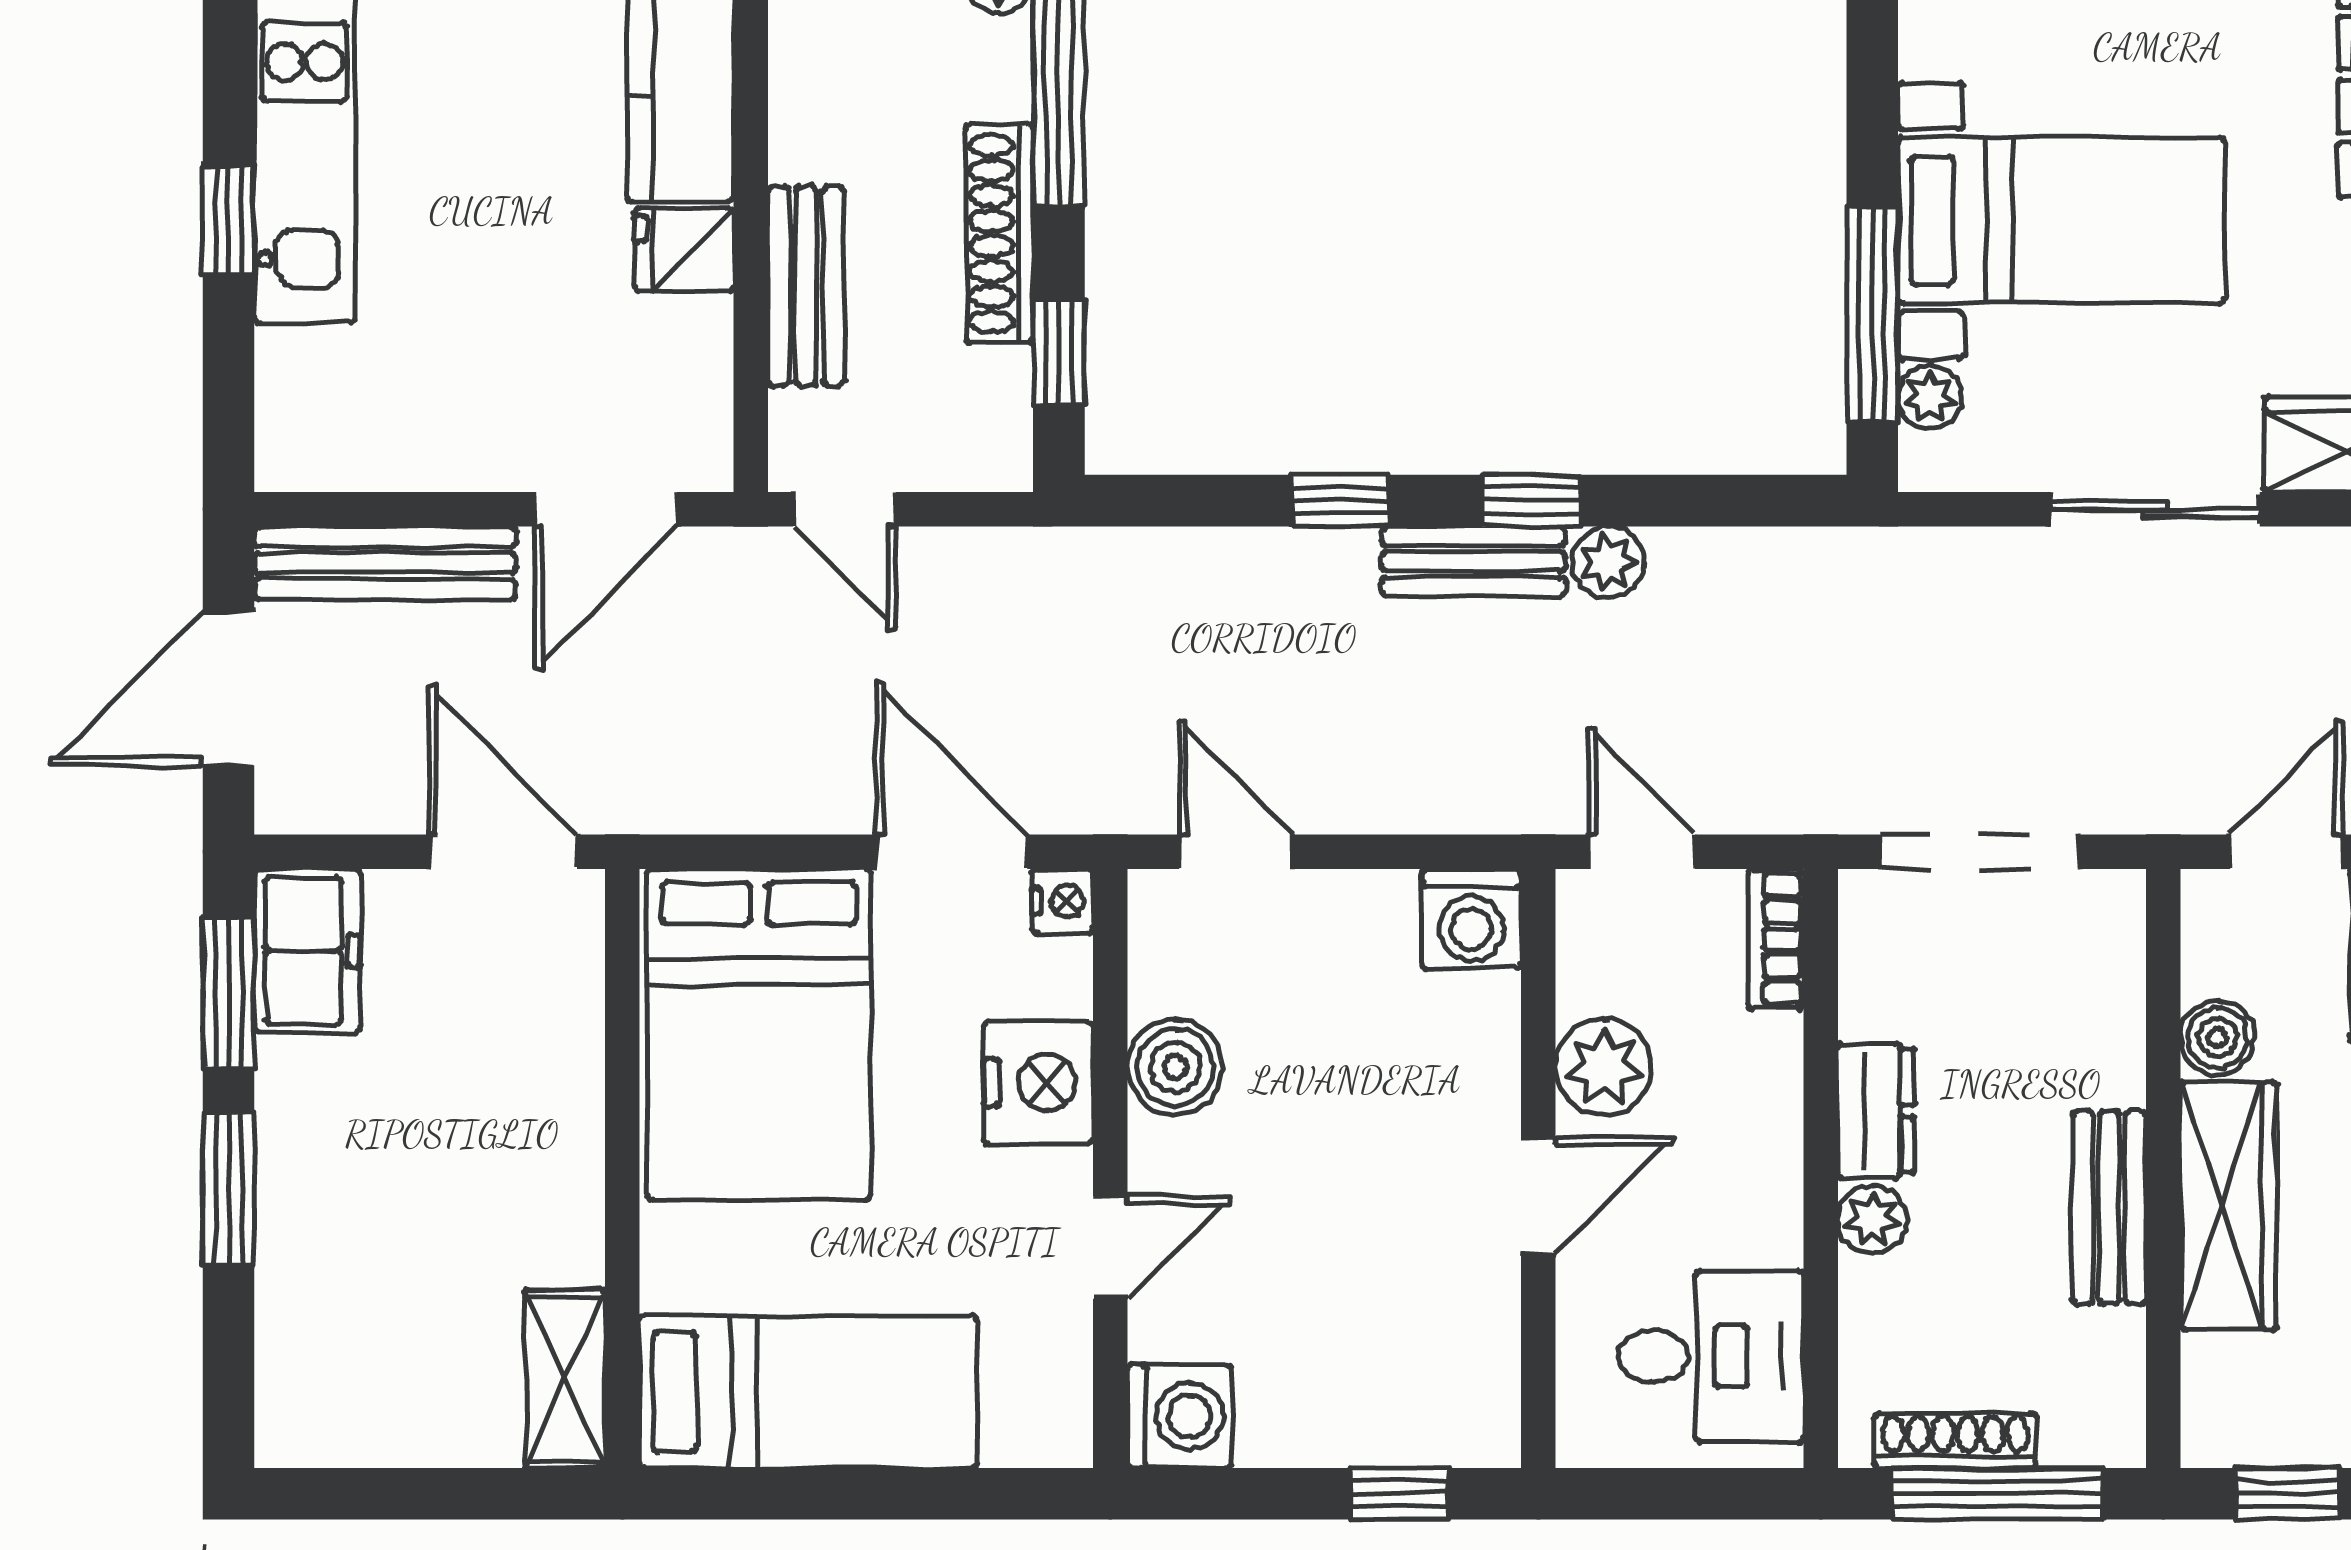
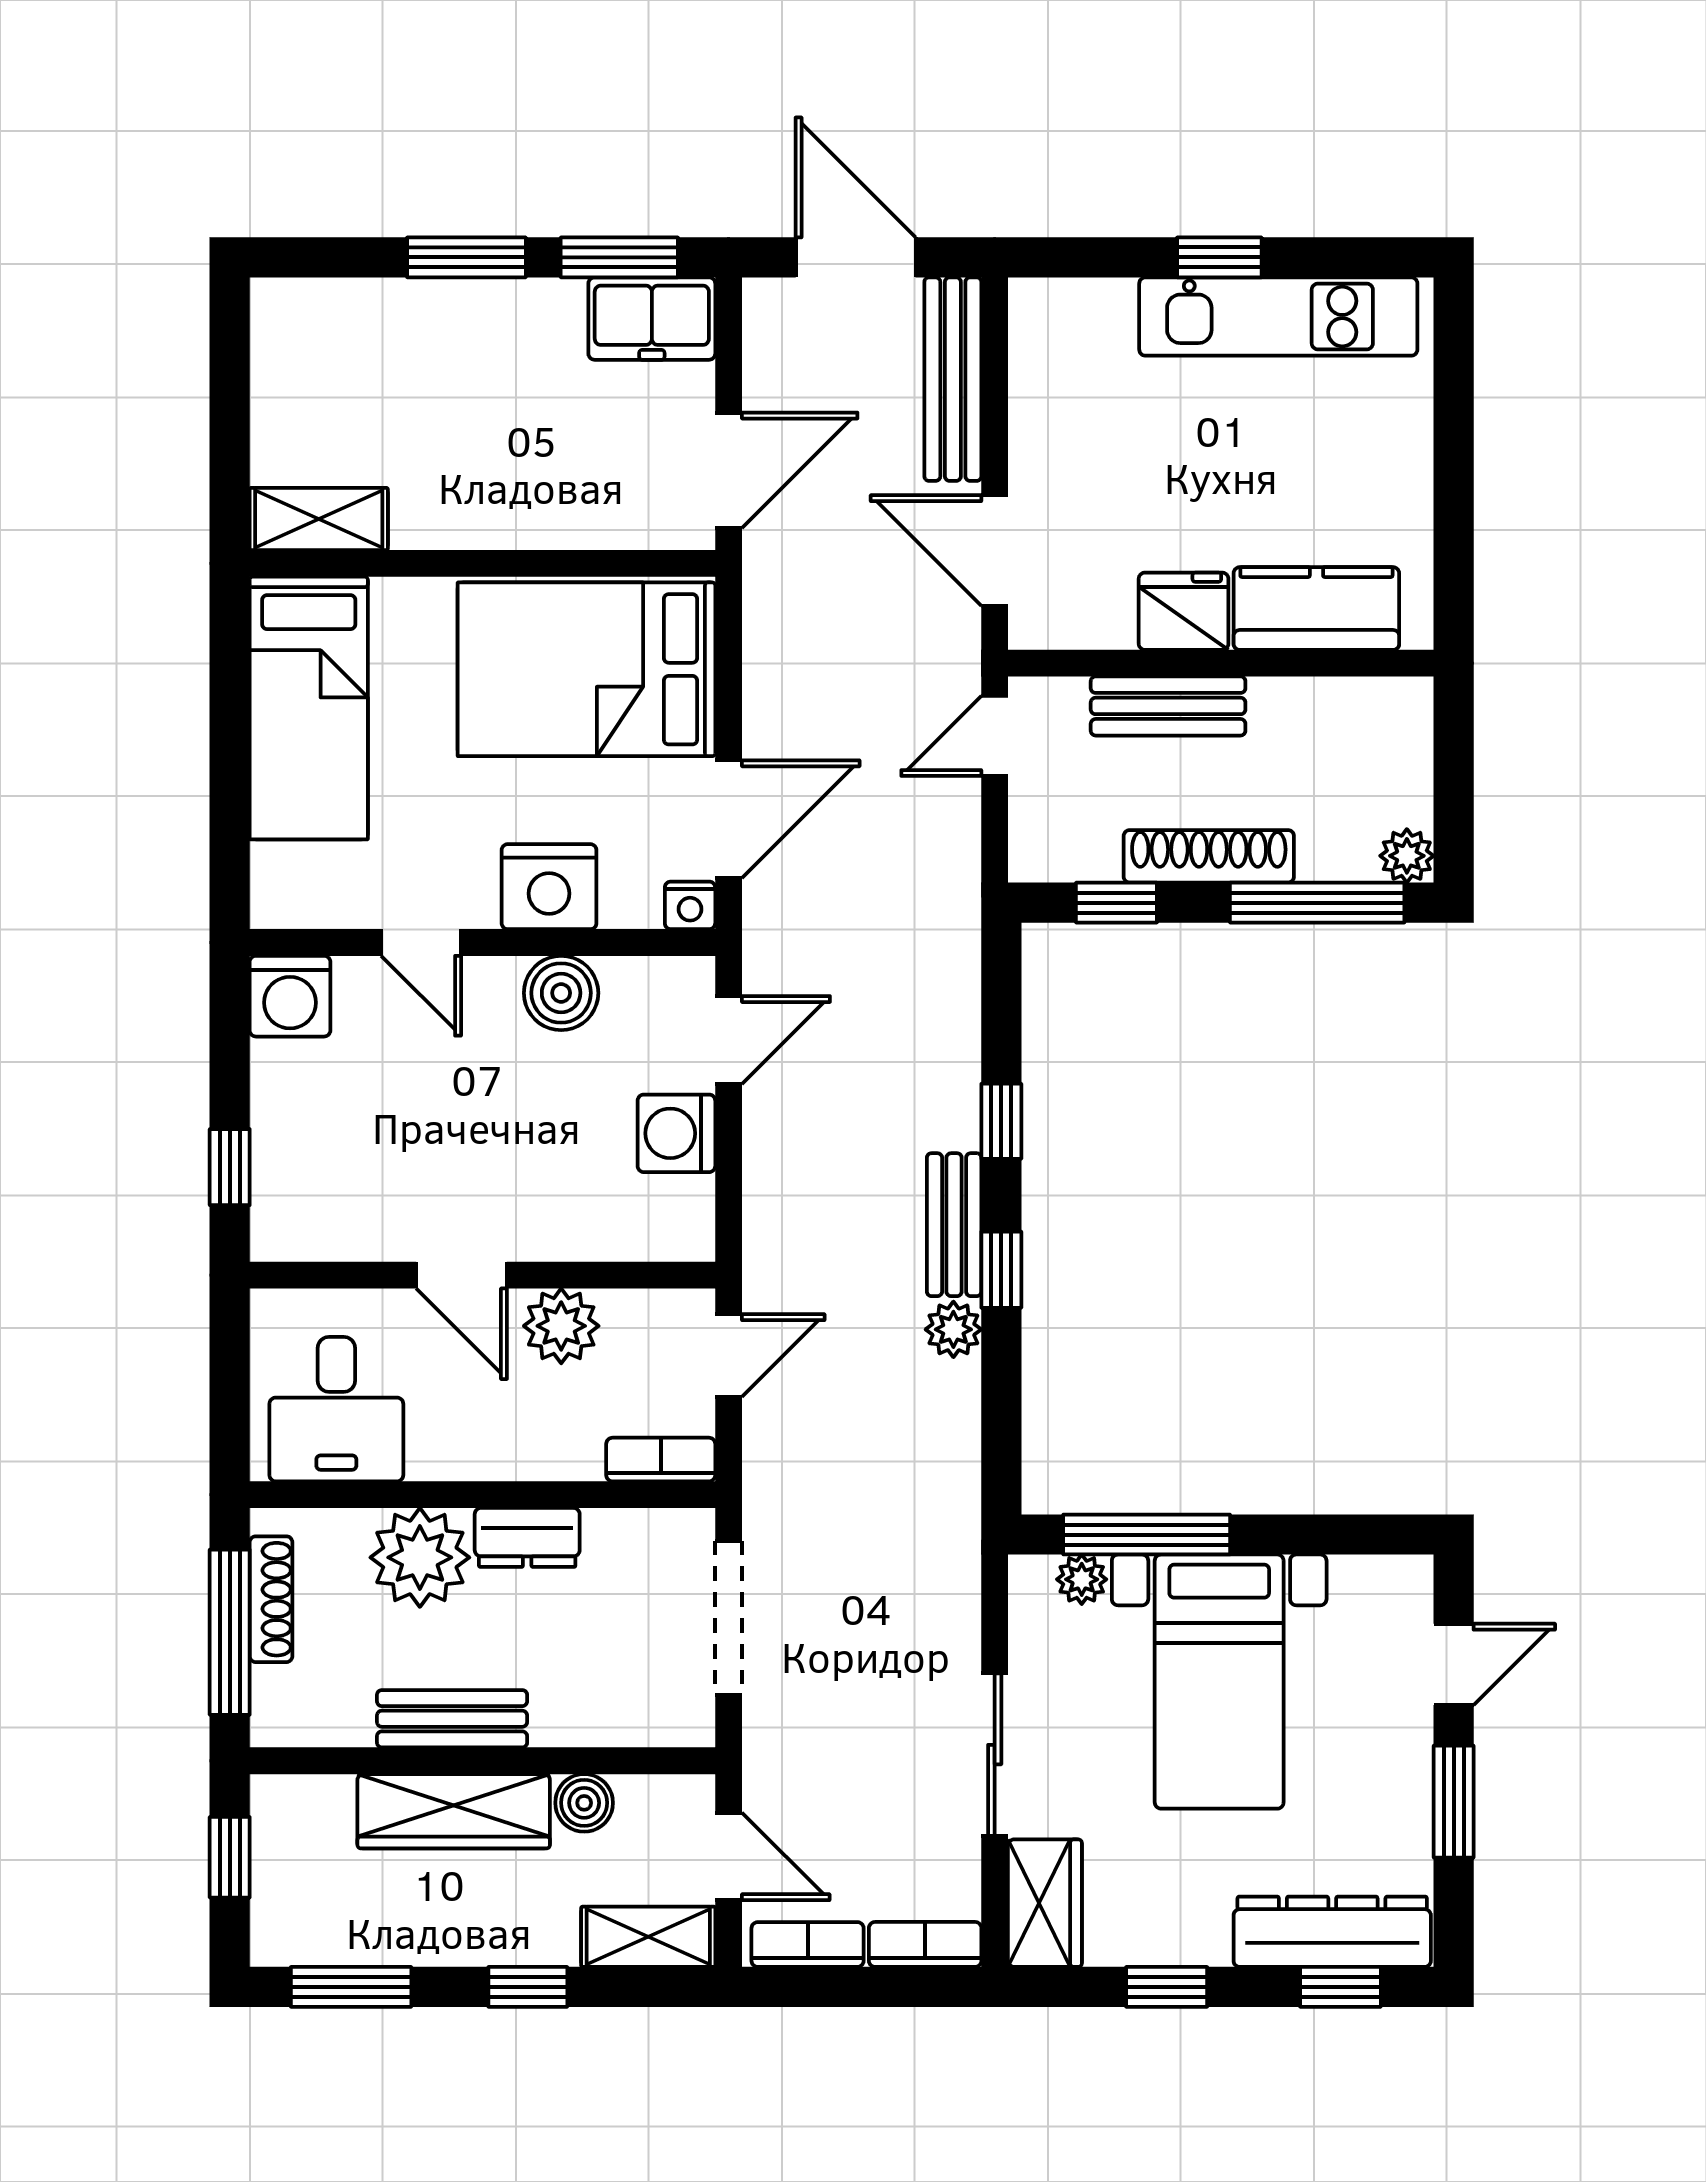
fridge: (684, 250) -> (1184, 611), width x1.38
washing machine: (1471, 919) -> (676, 1133), moved
plant: (1872, 1219) -> (420, 1557), width x1.88, depth x1.88

